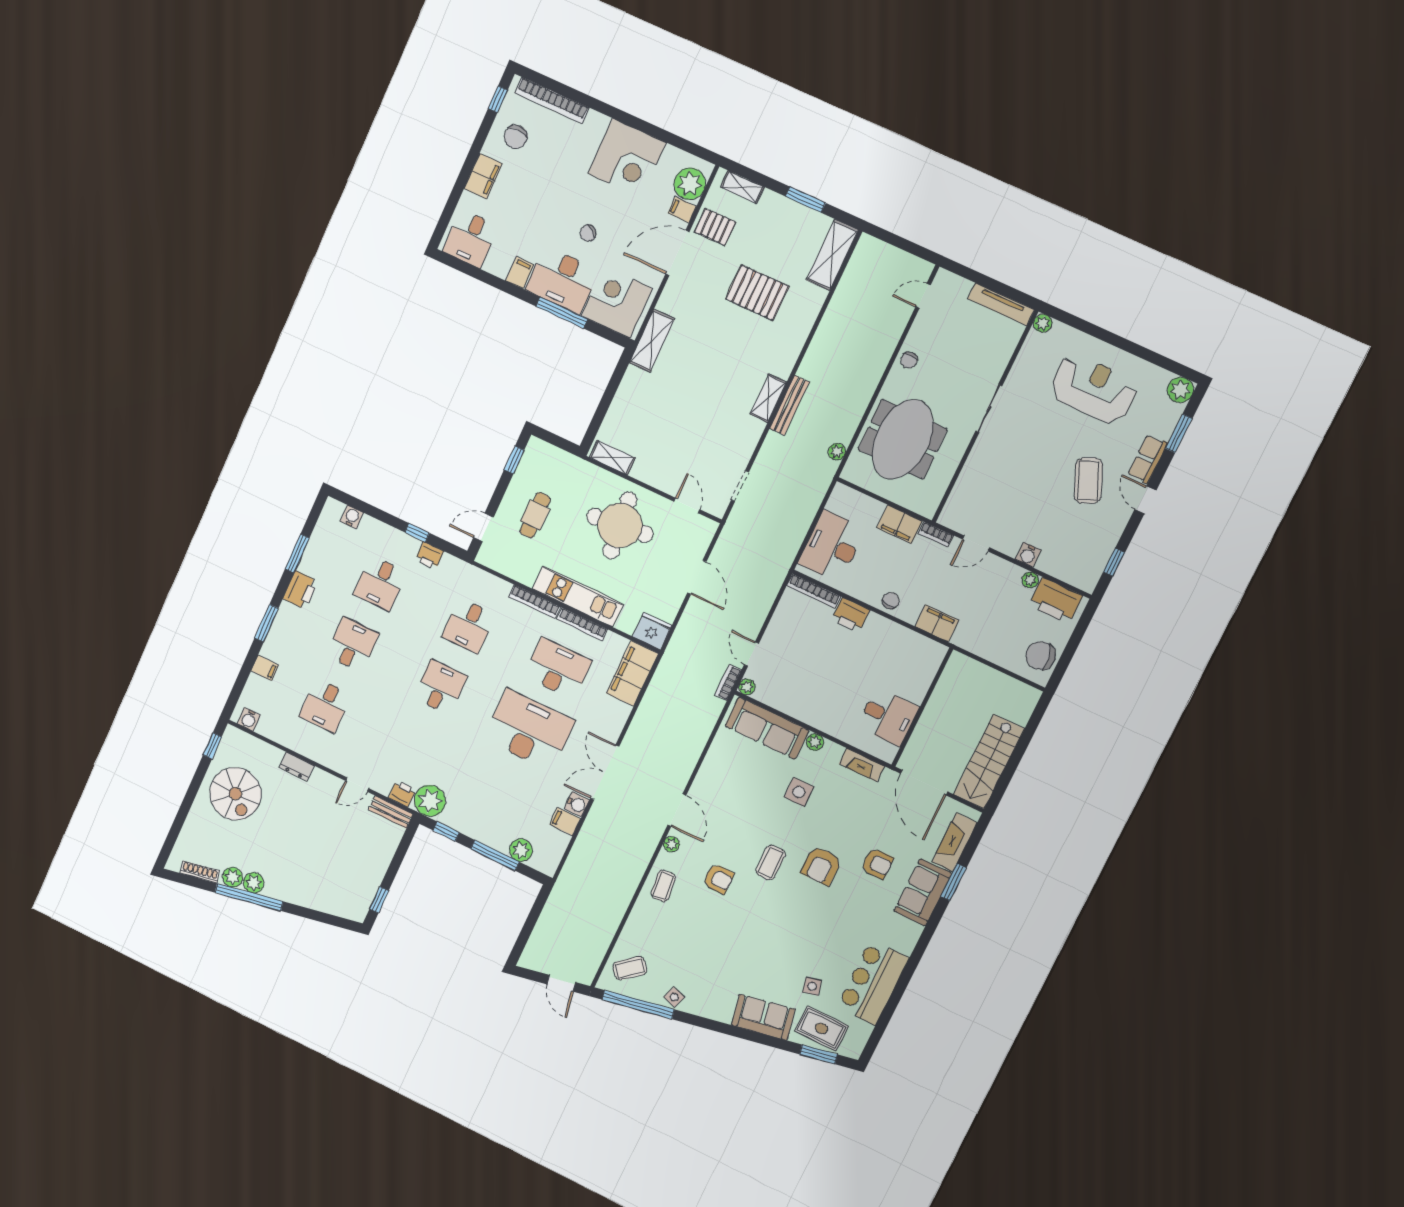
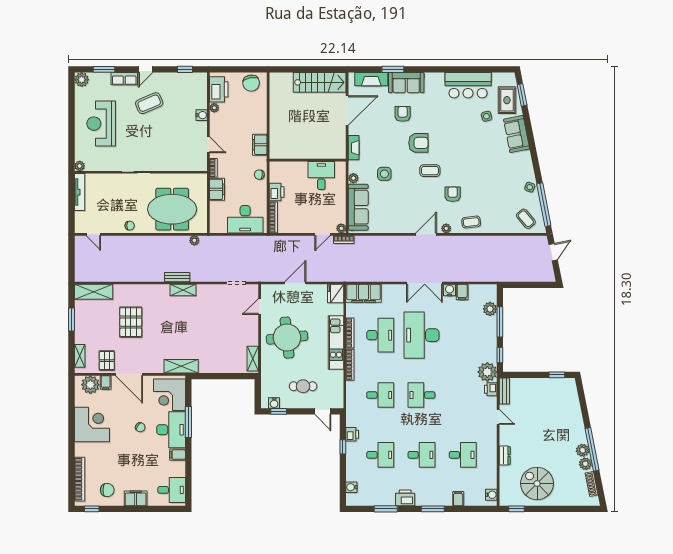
bench: (789, 405) -> (177, 277), width x0.73
water cooler: (530, 459) -> (274, 403), added
desk: (353, 645) -> (421, 455), turned 180
desk: (558, 668) -> (380, 335), turned 180
wall: (922, 707) -> (308, 160), moved
desk: (888, 717) -> (321, 175), moved
spiral stairs: (235, 794) -> (537, 483), turned -90

